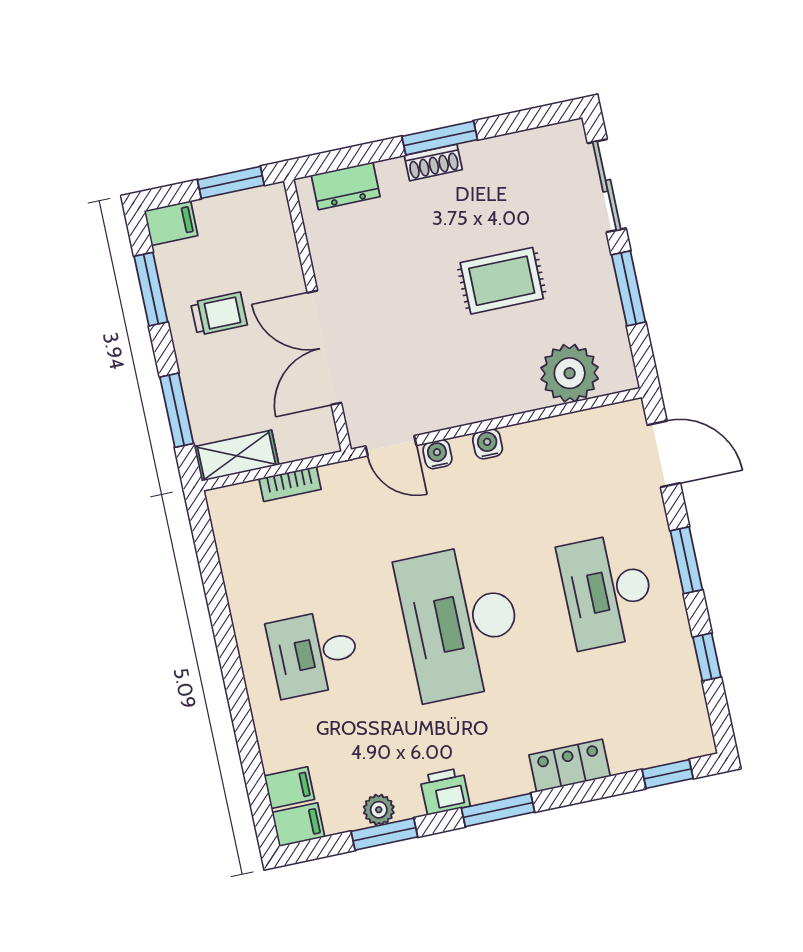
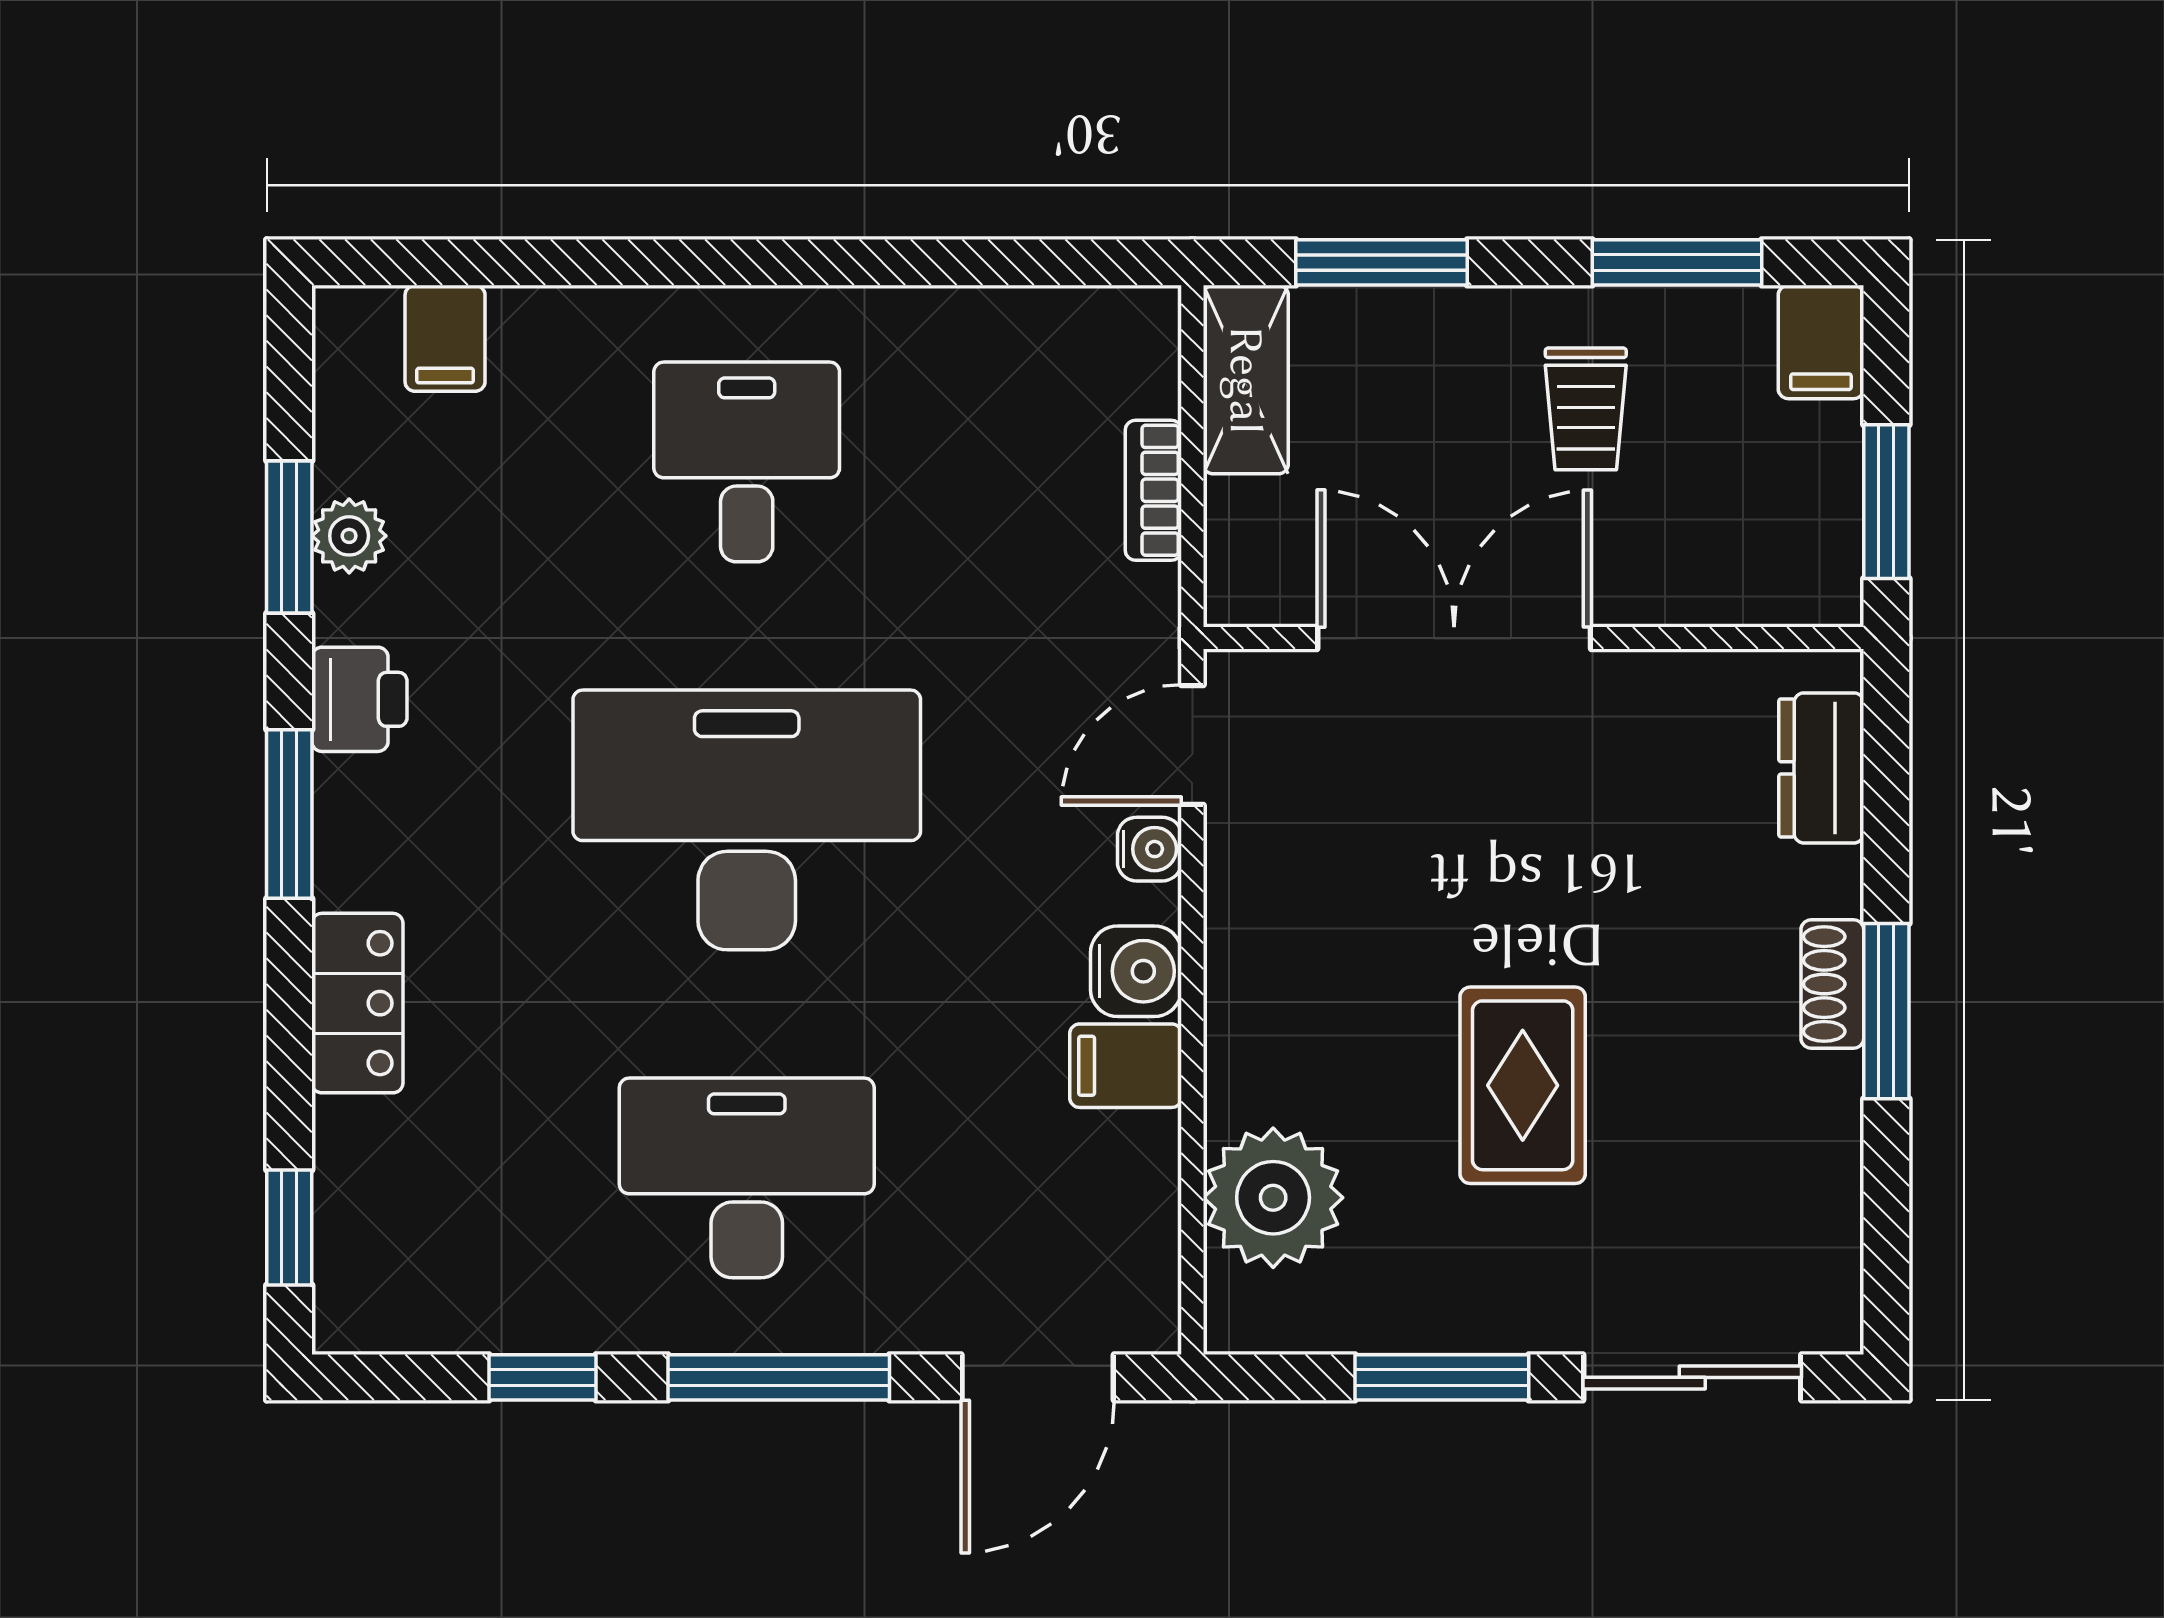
water cooler: (488, 444) -> (1136, 971), width x1.38, depth x1.38
window: (686, 560) -> (779, 1377), width x1.44
filing cabinet: (298, 825) -> (1126, 1066), moved, turned 90

